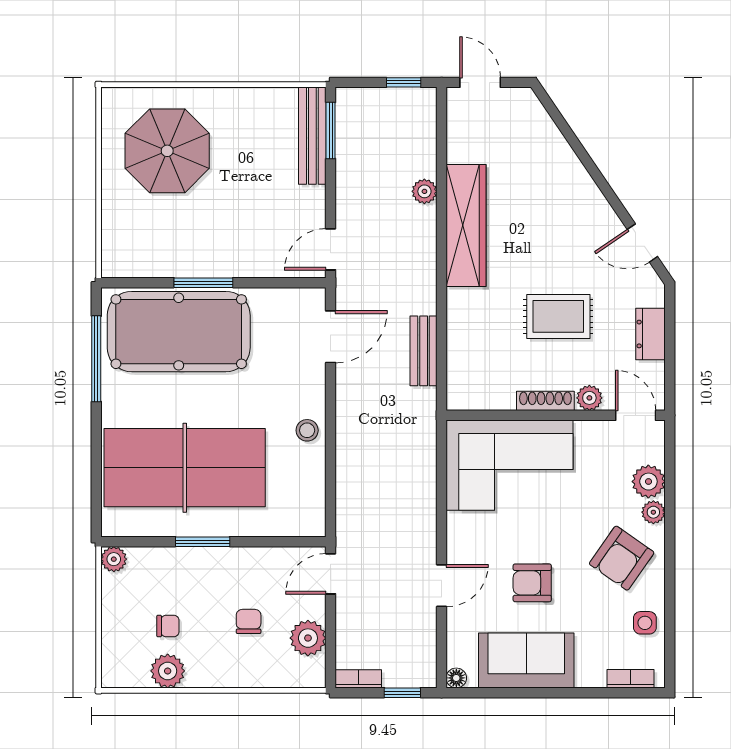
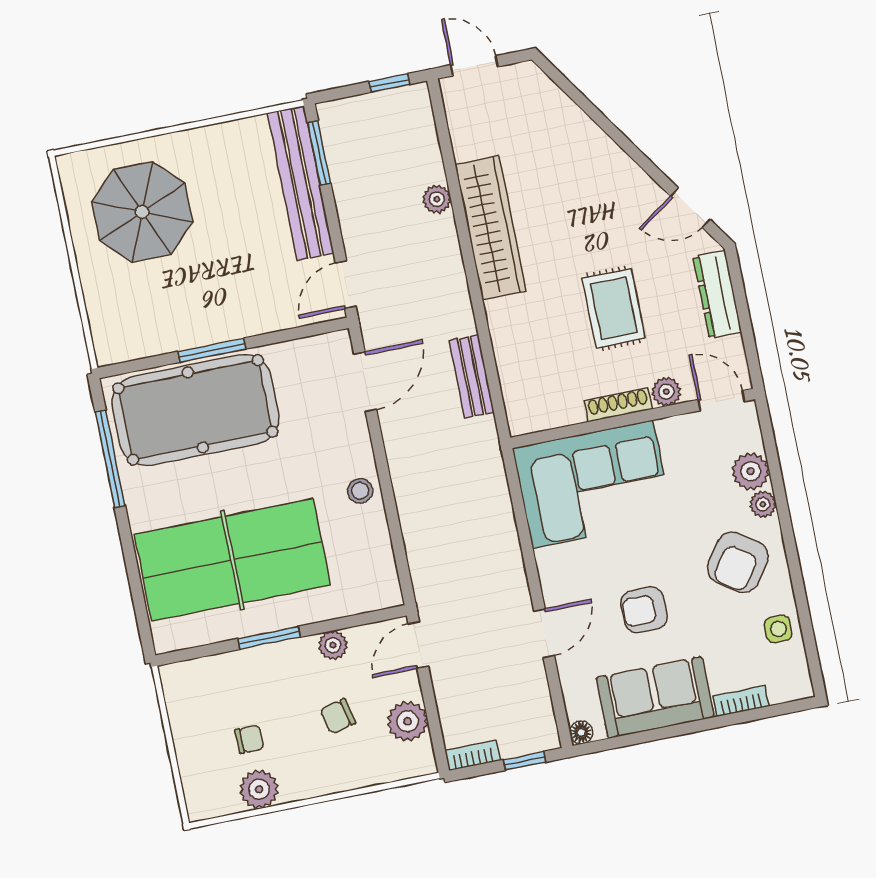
bench: (312, 136) -> (301, 183), width x1.37, depth x1.21
rug: (558, 316) -> (614, 308), turned 90
dresser: (650, 334) -> (717, 294), width x1.44
plant: (114, 559) -> (333, 645), moved
chair: (249, 621) -> (338, 716), turned -103
bookcase: (630, 679) -> (741, 701), moved

